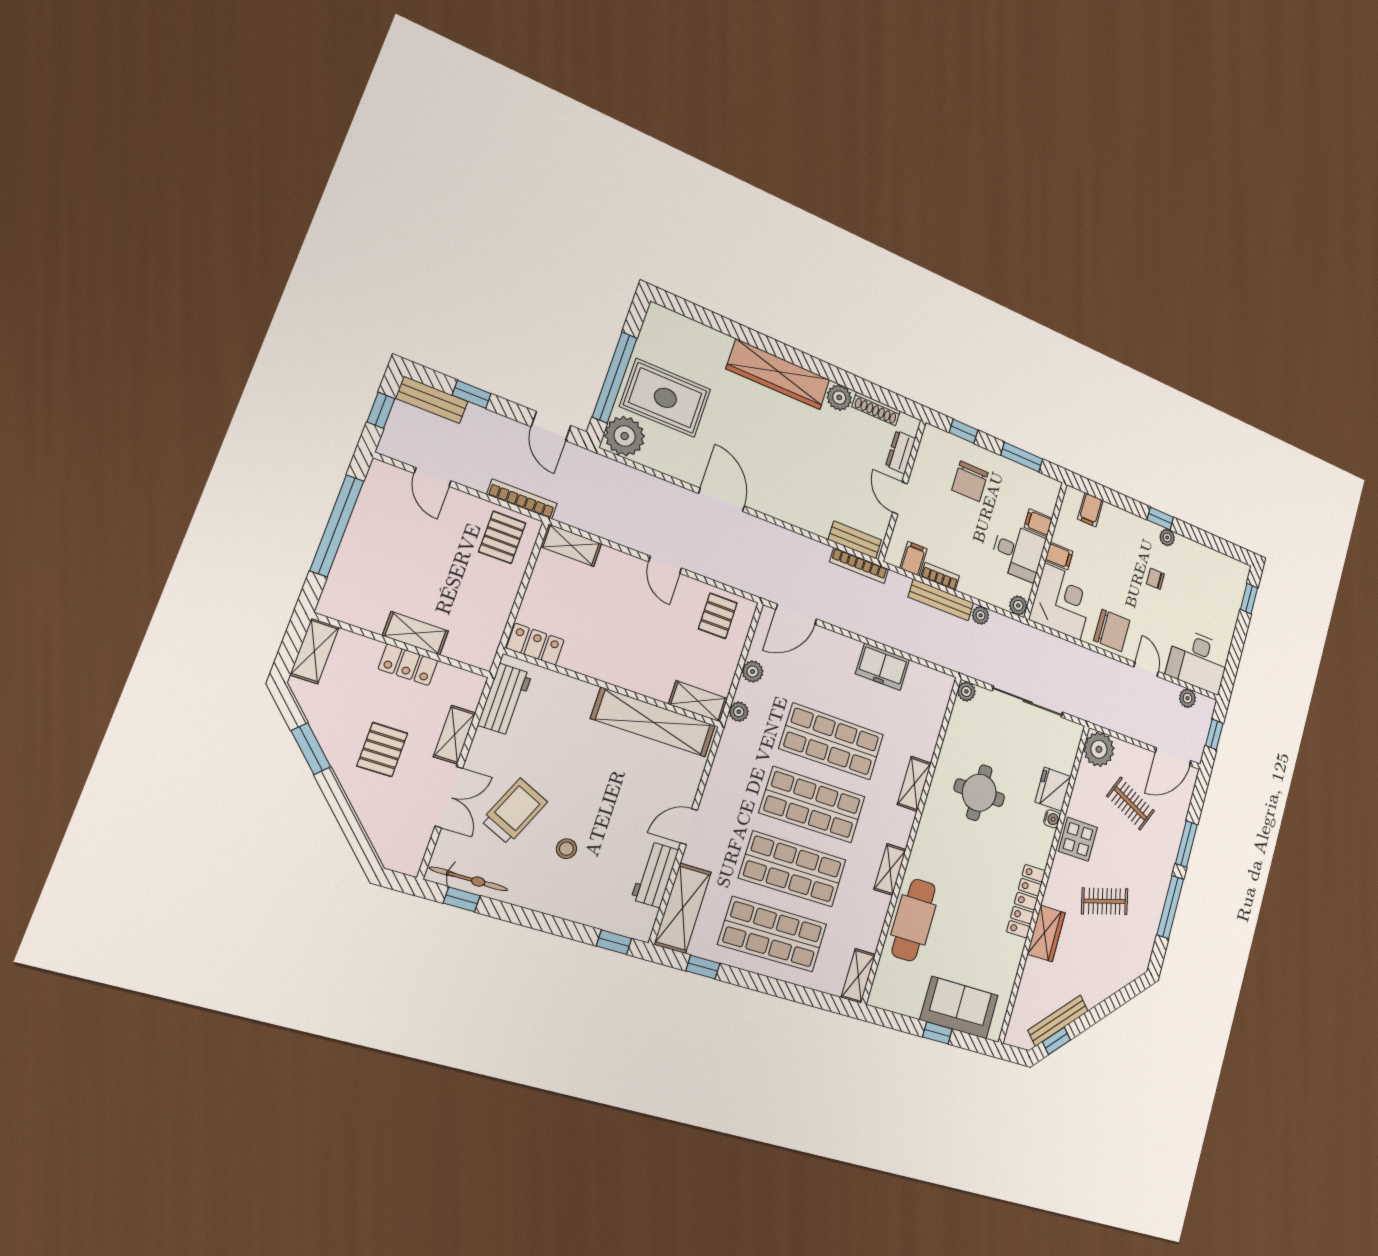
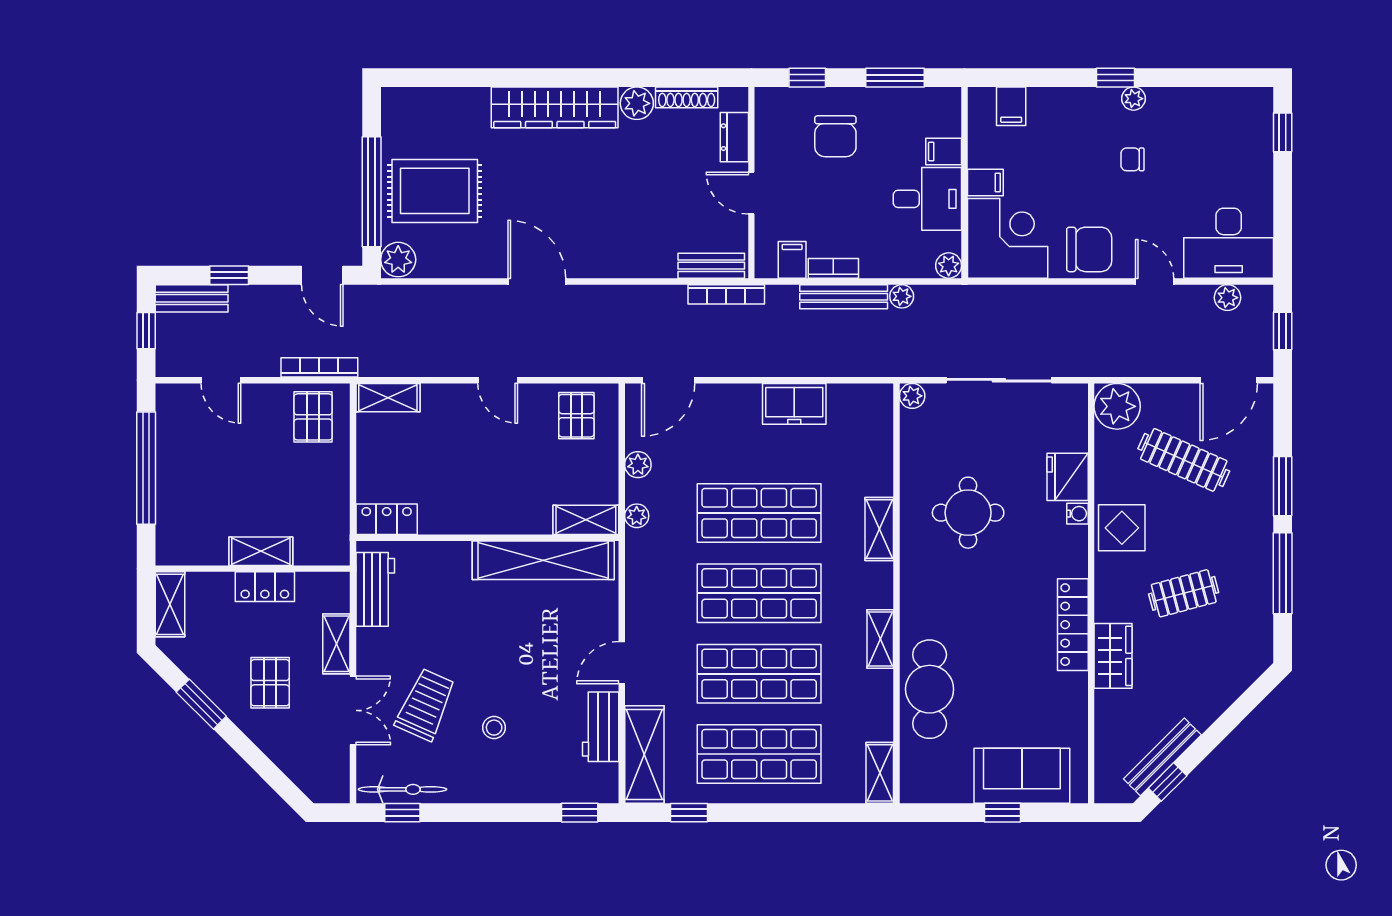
plant: (625, 436) -> (398, 260), width x0.73, depth x0.73
clothes rail: (1130, 803) -> (1184, 460), width x1.36

